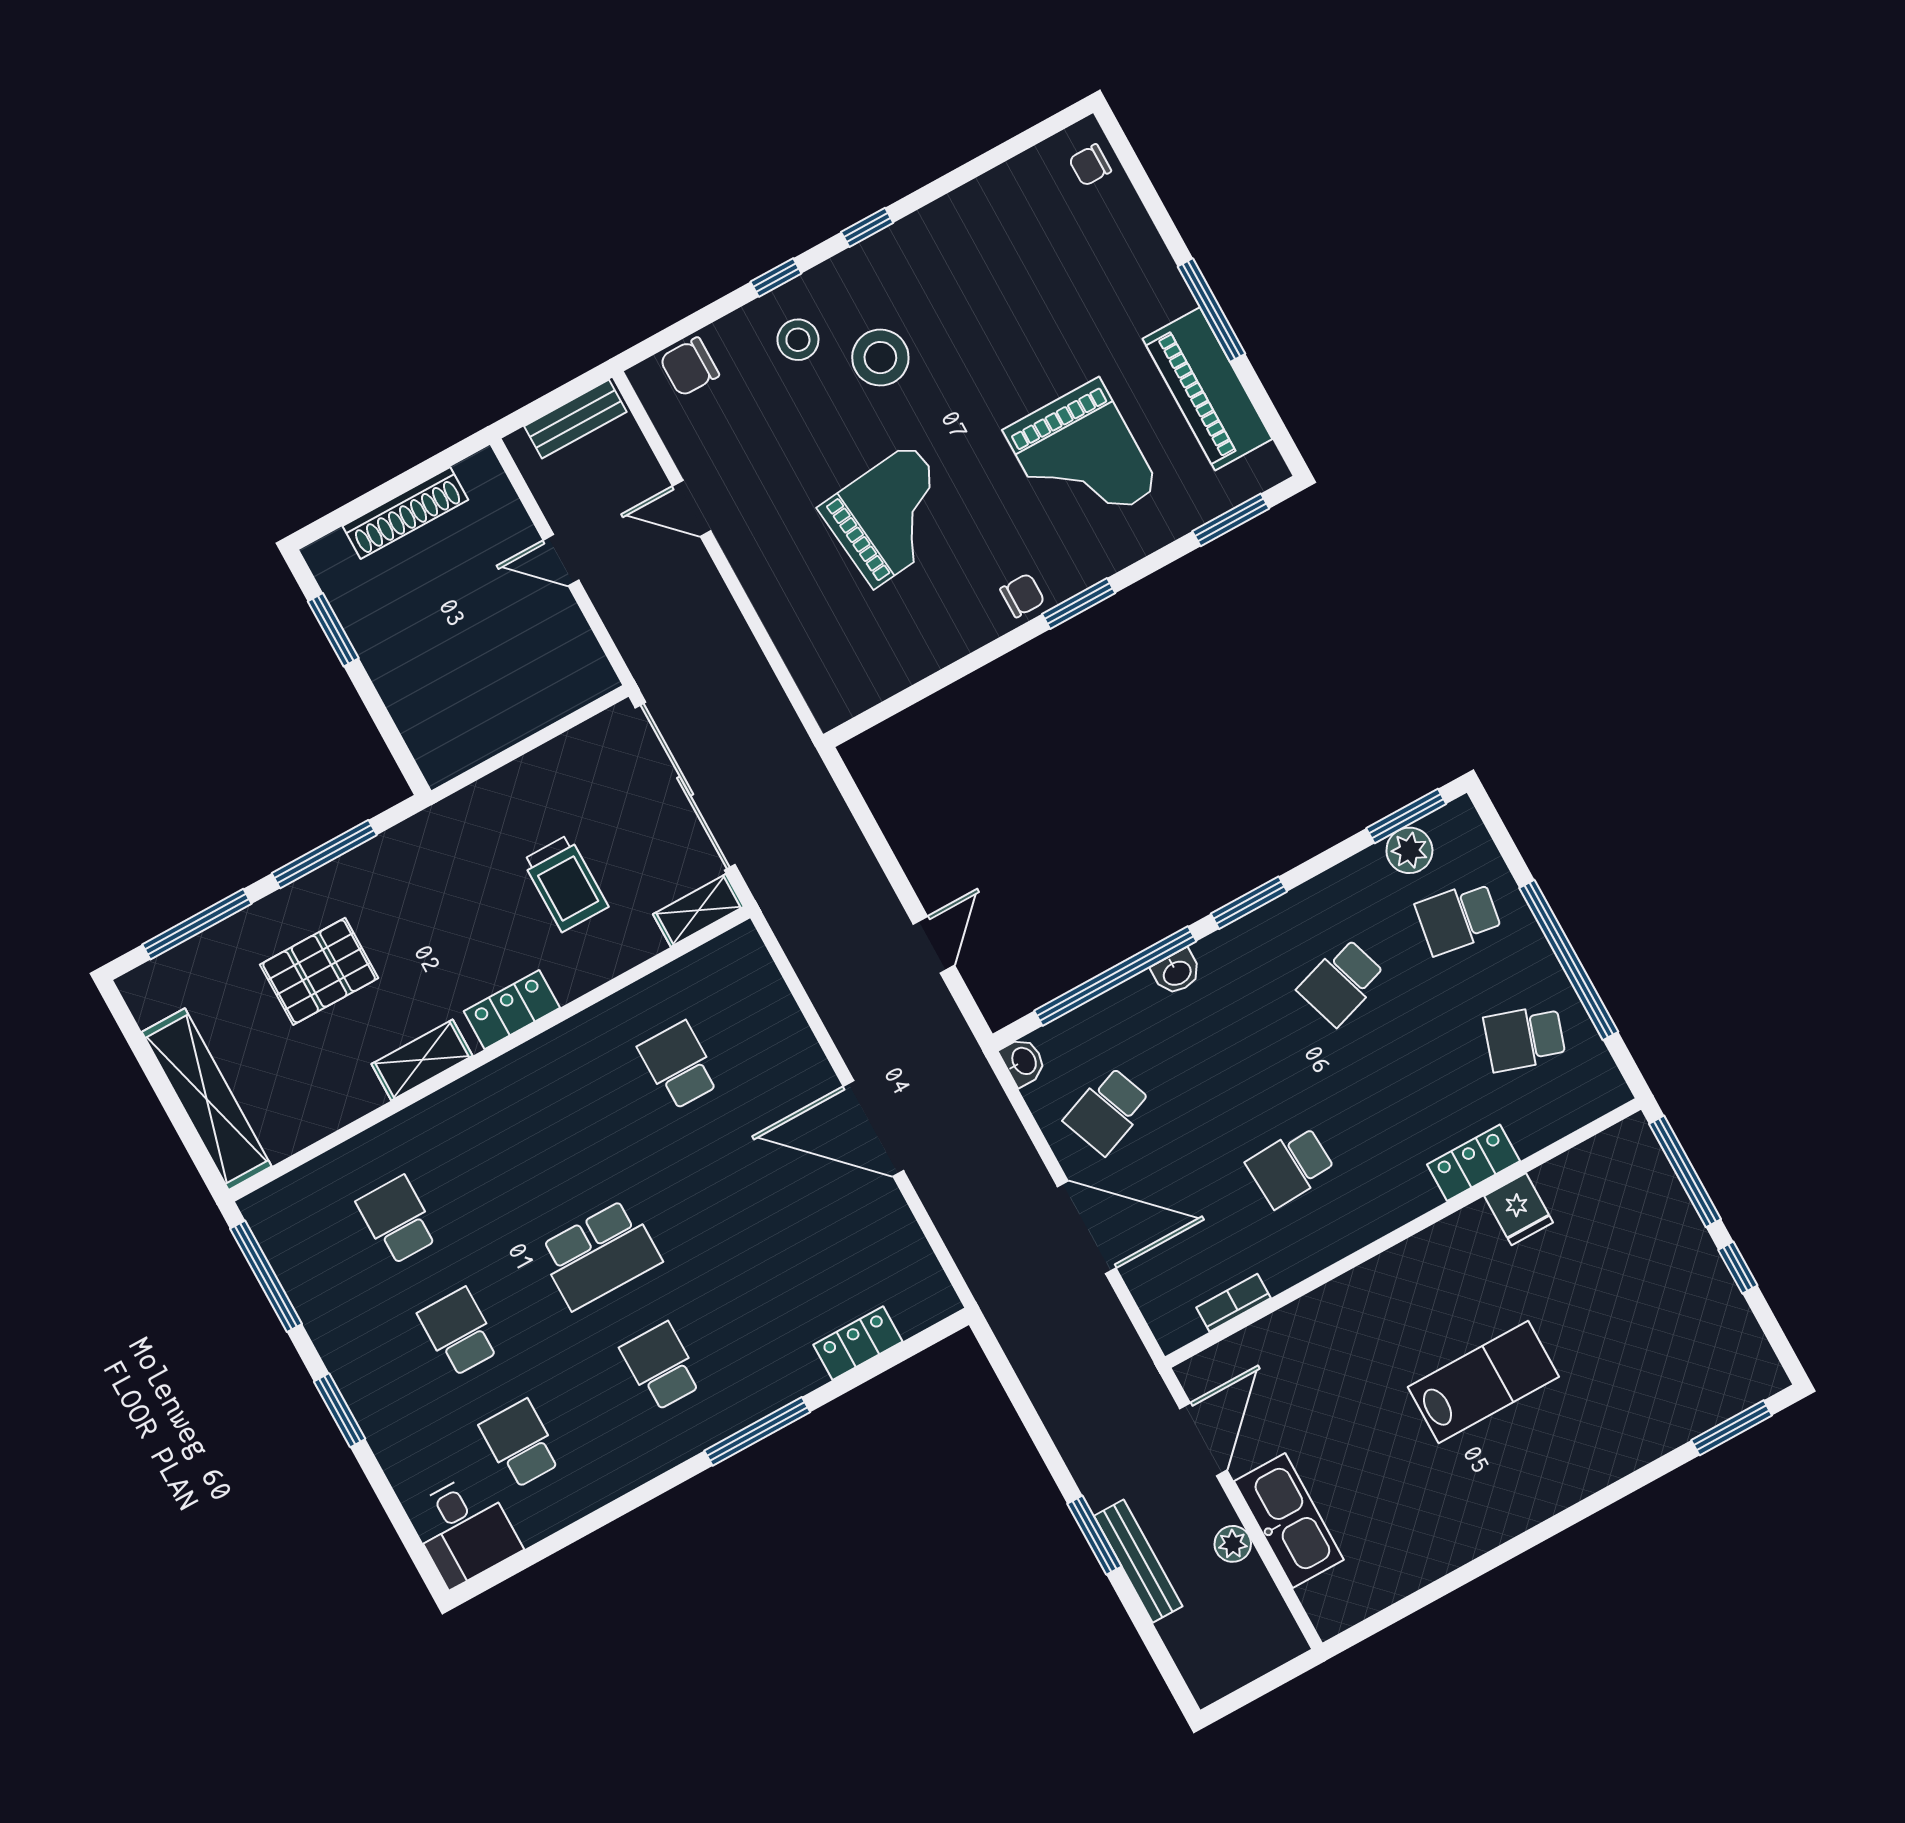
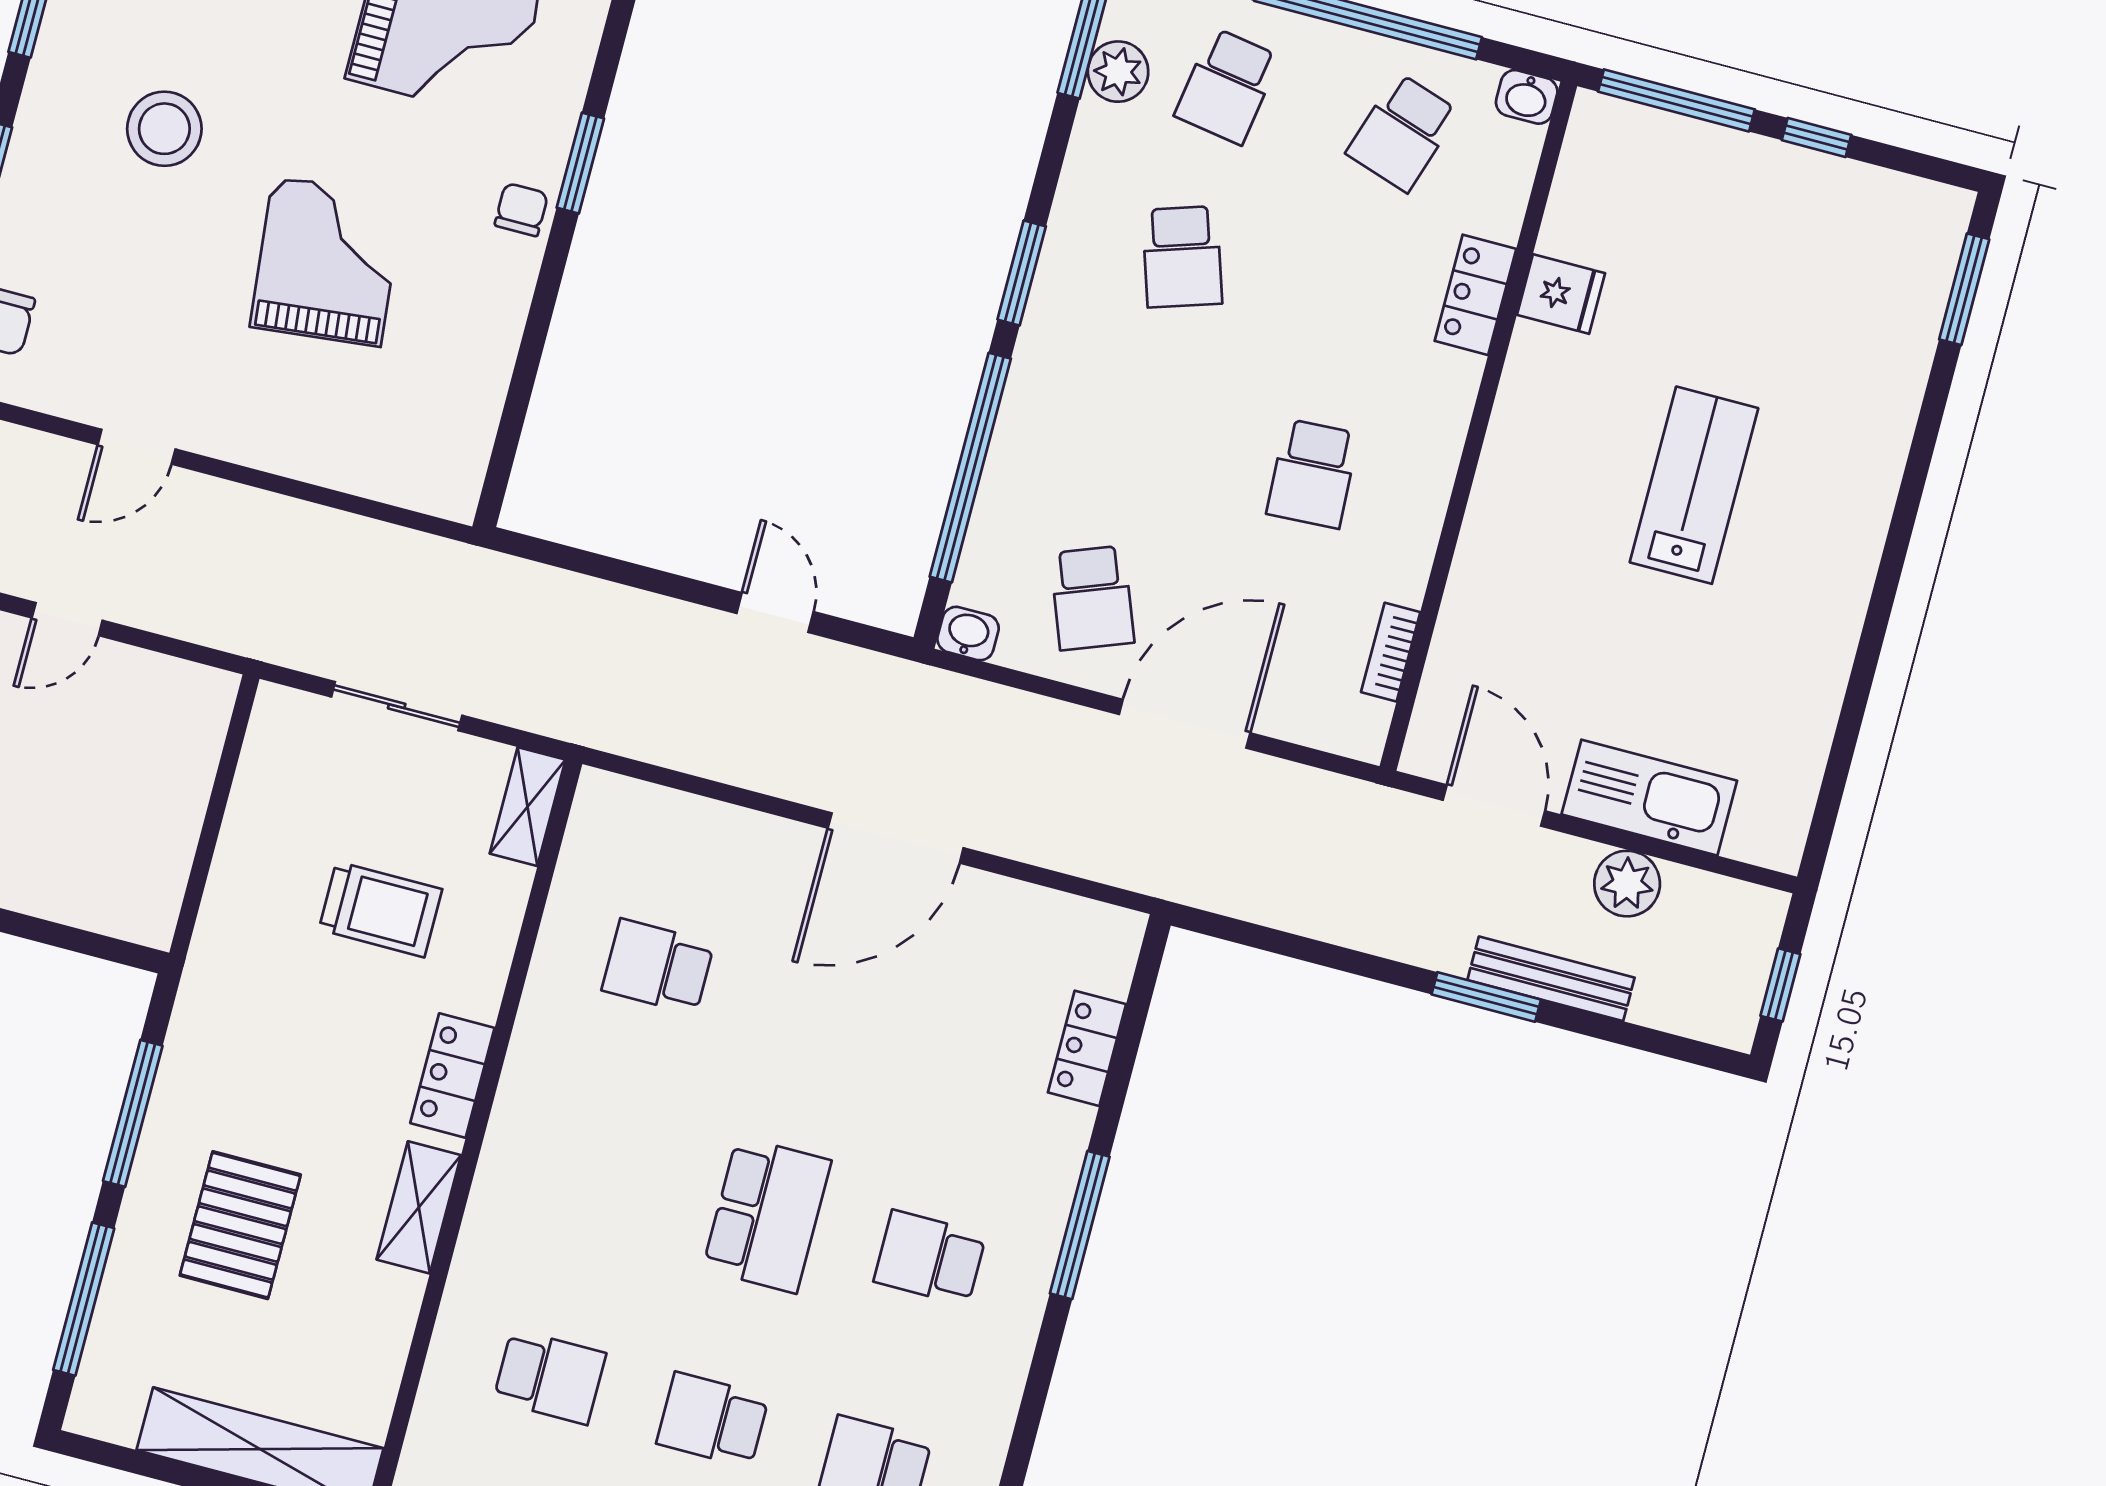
stool: (798, 340) -> (72, 191), removed
sliding door: (685, 786) -> (397, 706), width x0.54
washbasin: (1177, 972) -> (1527, 97), moved, turned 90
school desk: (397, 1220) -> (550, 1377), turned 180
plant: (1233, 1544) -> (1627, 884), width x1.38, depth x1.38
window: (1255, 1690) -> (1780, 985), added

